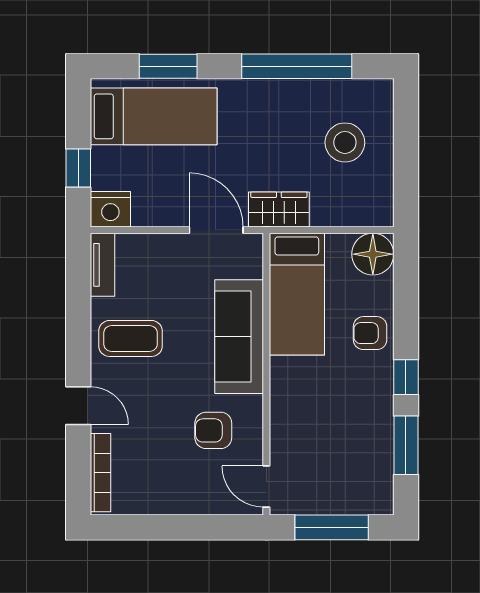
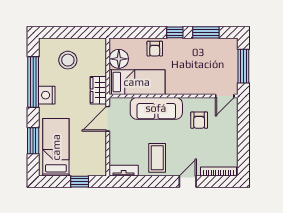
nightstand: (110, 209) -> (47, 95), moved, turned 180
floor lamp: (373, 254) -> (119, 59), moved

